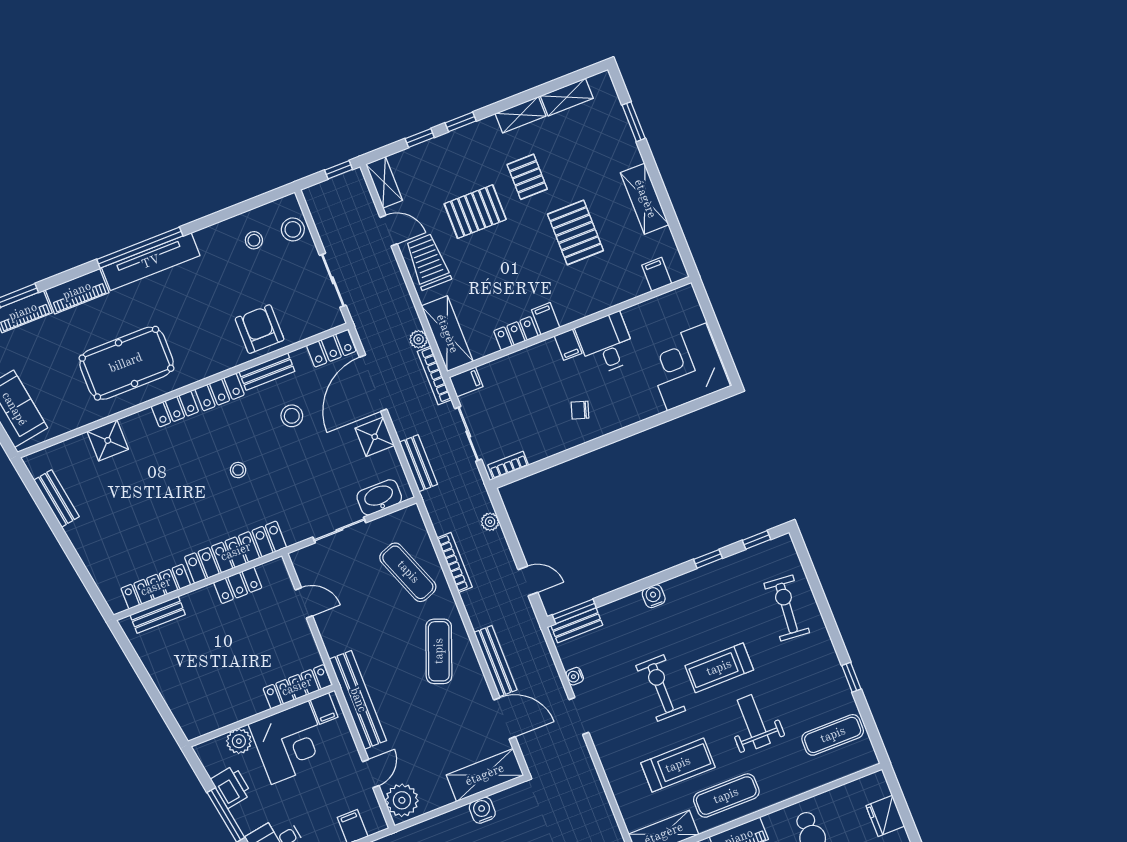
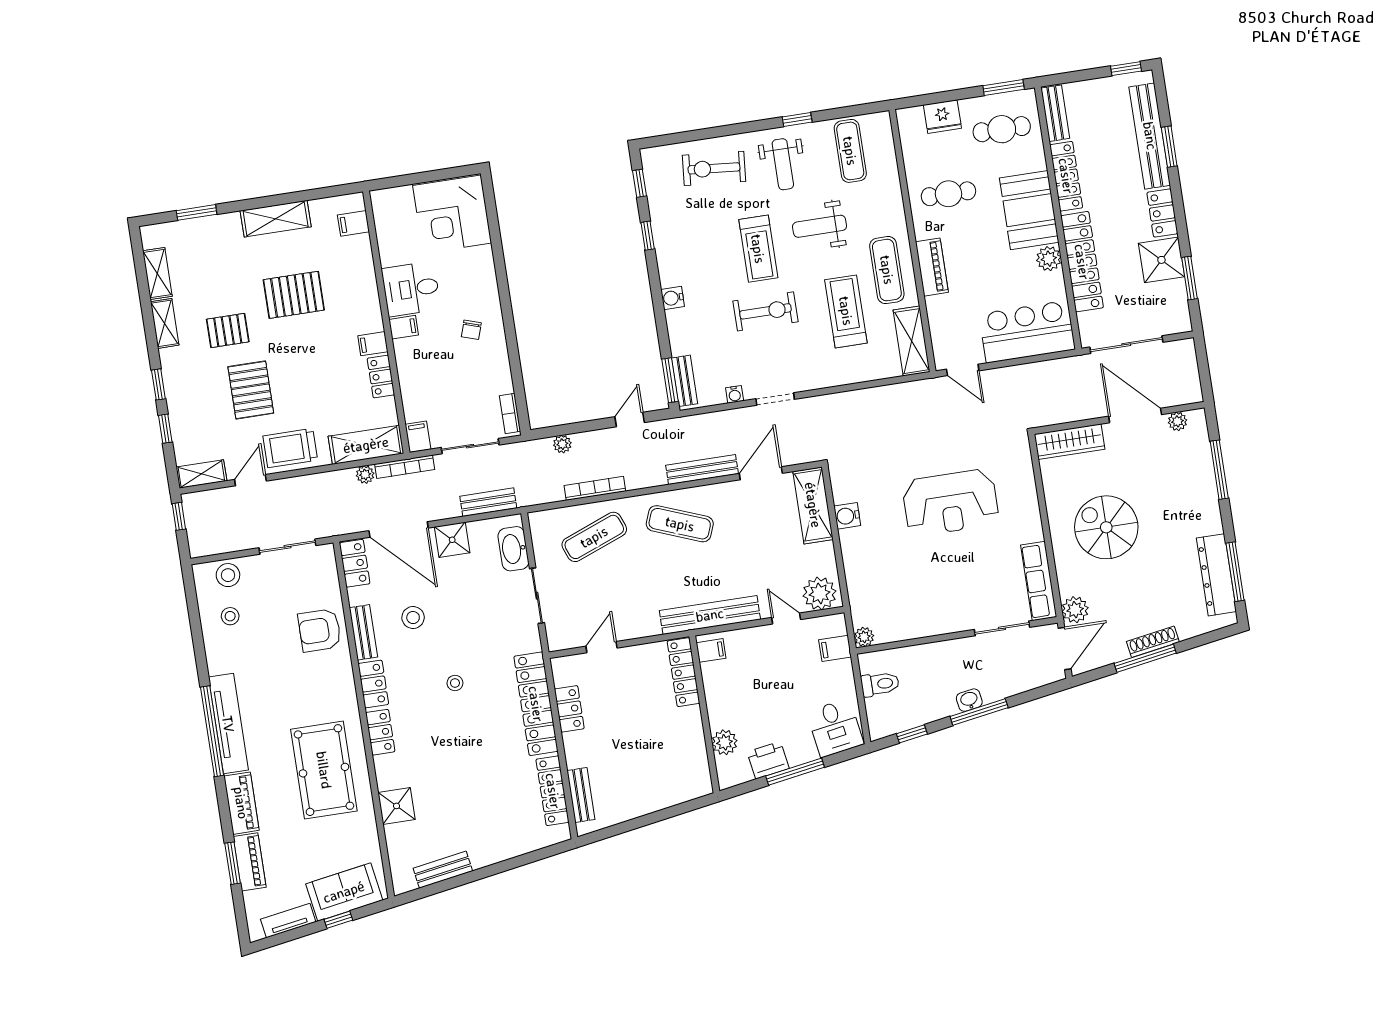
weight bench: (805, 673) -> (783, 164), added
exercise bike: (661, 688) -> (765, 311), turned 180
corner desk: (290, 743) -> (737, 692), removed

